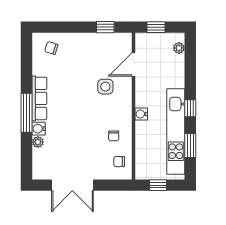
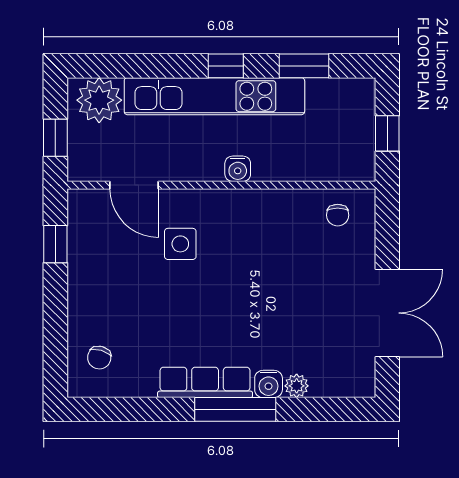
plant: (179, 48) -> (99, 100), width x1.88, depth x1.88
kitchen unit: (176, 131) -> (214, 96), moved
chair: (114, 136) -> (284, 227), removed

